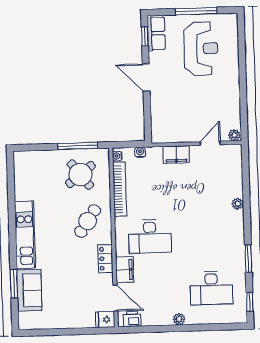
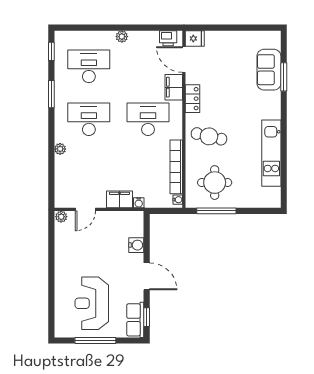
water cooler: (158, 109) -> (136, 245), added
water cooler: (140, 152) -> (139, 203), moved
round table: (80, 175) -> (215, 183), turned 38
cafe table: (88, 221) -> (209, 136), turned 69
kitchen unit: (25, 235) -> (271, 153), moved
desk: (210, 235) -> (89, 119), added

